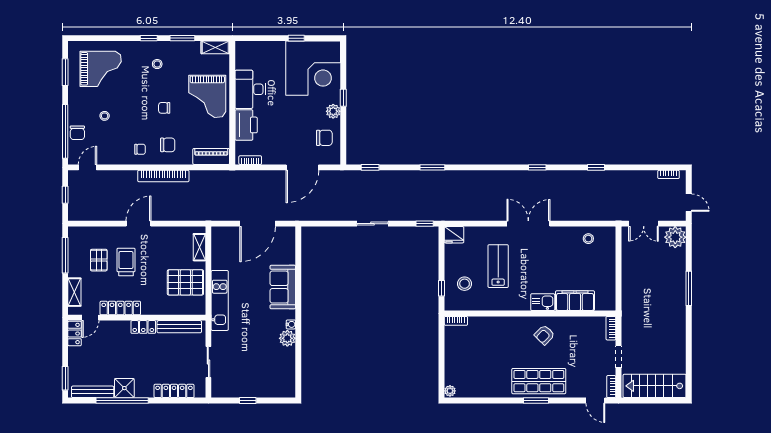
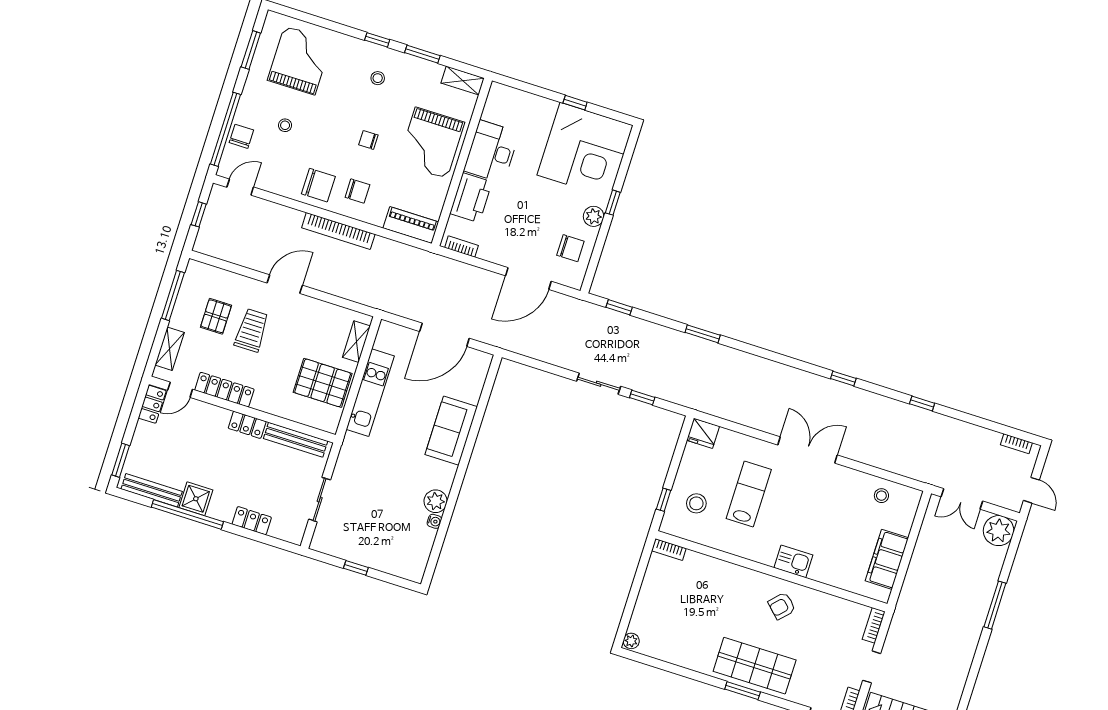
grand piano: (101, 69) -> (300, 60), turned -90
chair: (77, 133) -> (241, 136), turned 180
chair: (140, 149) -> (318, 185), width x1.87, depth x1.87
window: (425, 224) -> (642, 398), moved
kitchen unit: (220, 300) -> (370, 393), moved
filing cabinet: (575, 301) -> (887, 559), moved, turned -90
water cooler: (291, 324) -> (434, 521), moved
locker: (174, 391) -> (252, 521), width x0.66

